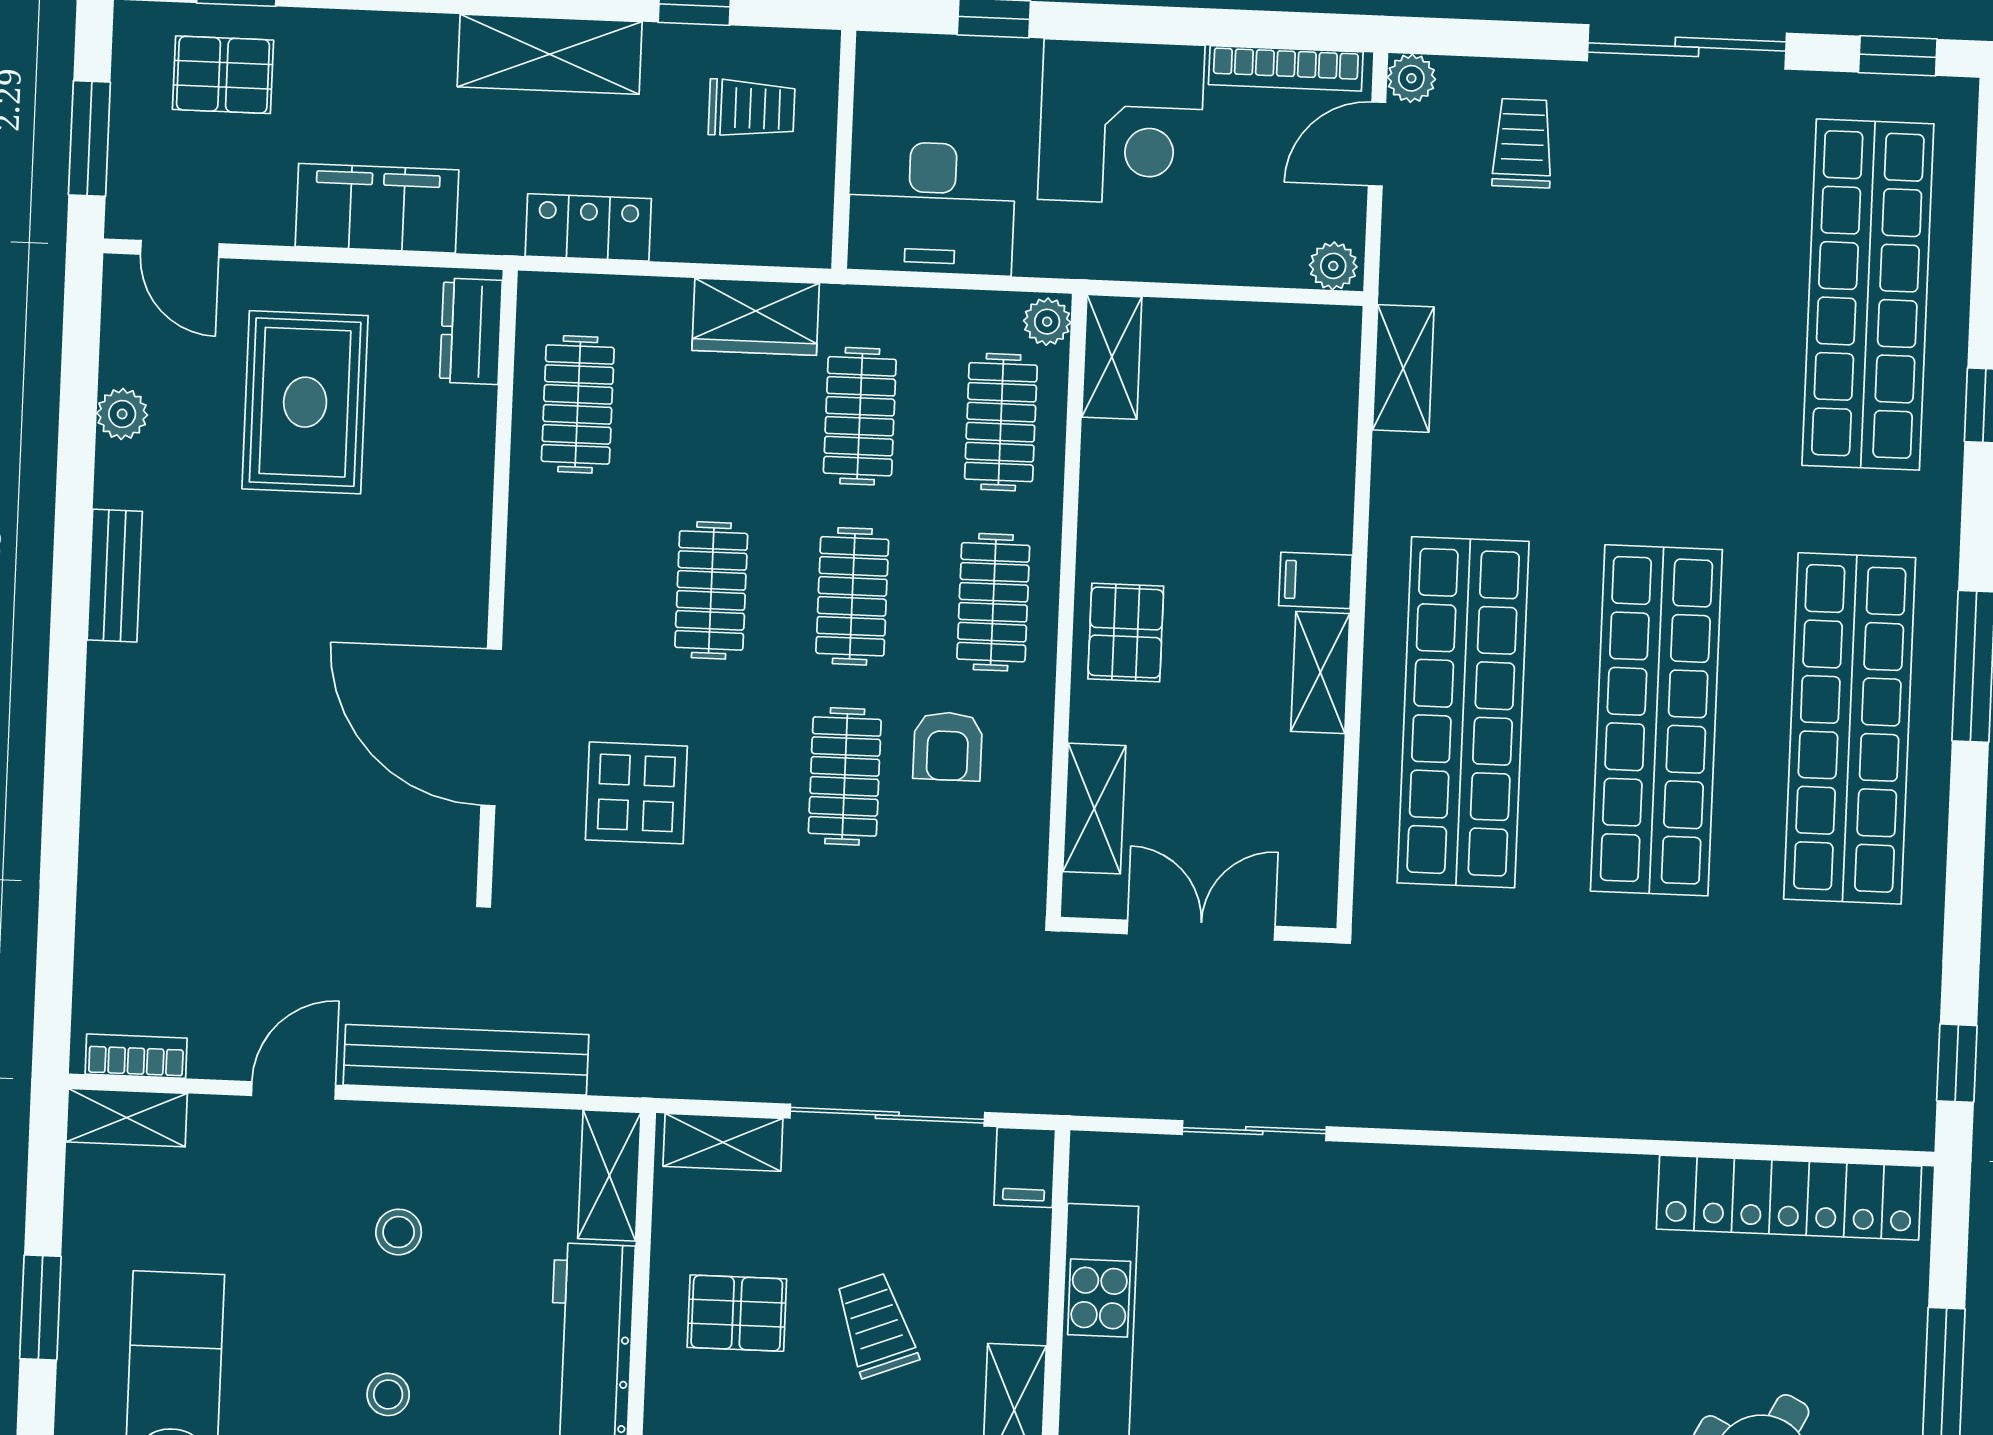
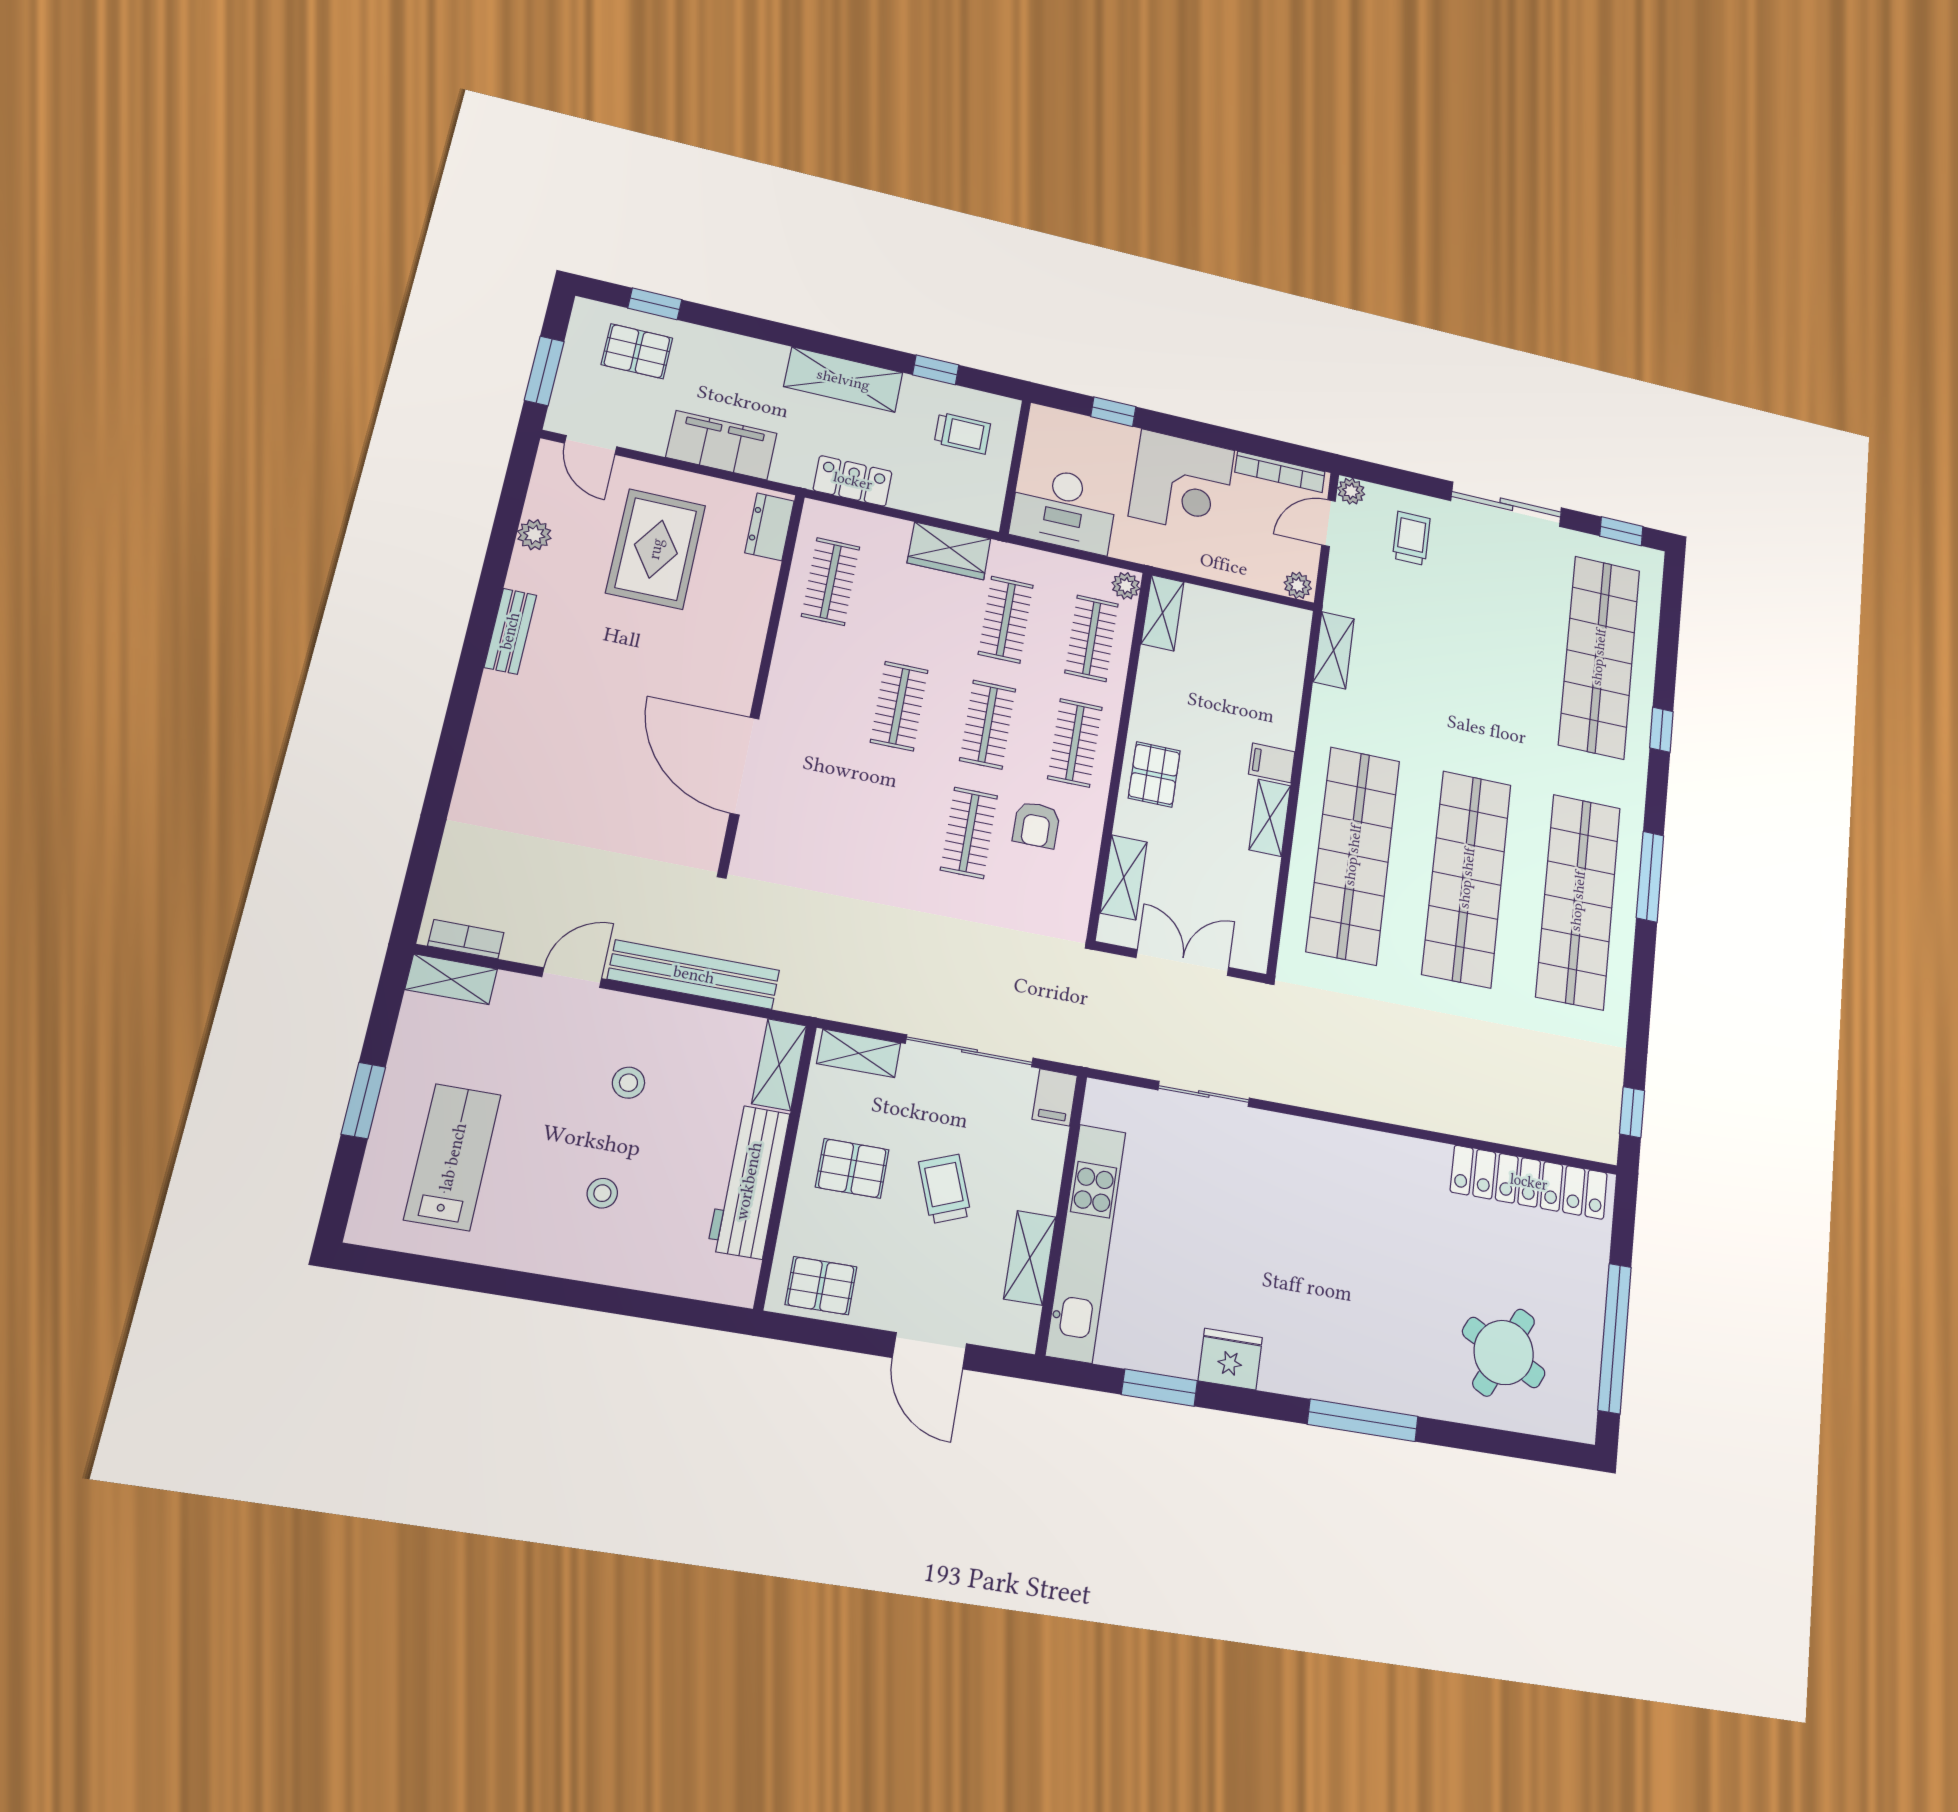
display table: (636, 793) -> (833, 822), removed

